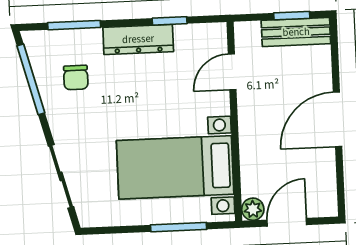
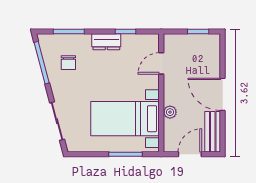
bench: (296, 32) -> (213, 132), moved, turned 90
dresser: (138, 39) -> (106, 42), width x0.70
door: (338, 119) -> (223, 94), hinge flipped
plant: (253, 209) -> (170, 112), moved

